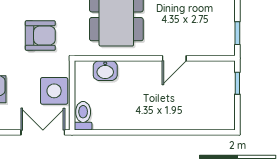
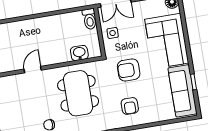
side table: (54, 91) -> (113, 33), width x0.54, depth x0.54

